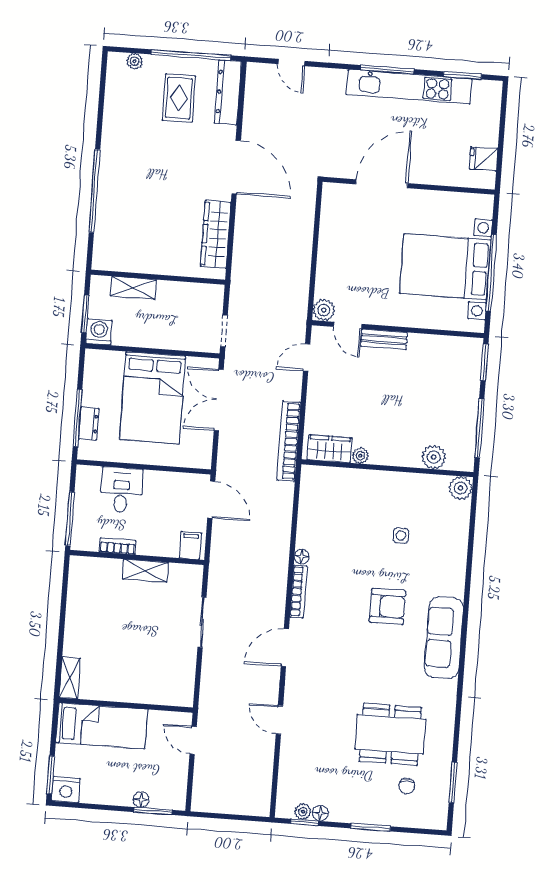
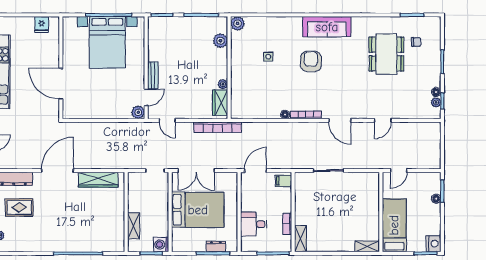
shelving: (145, 571) -> (300, 239), moved

